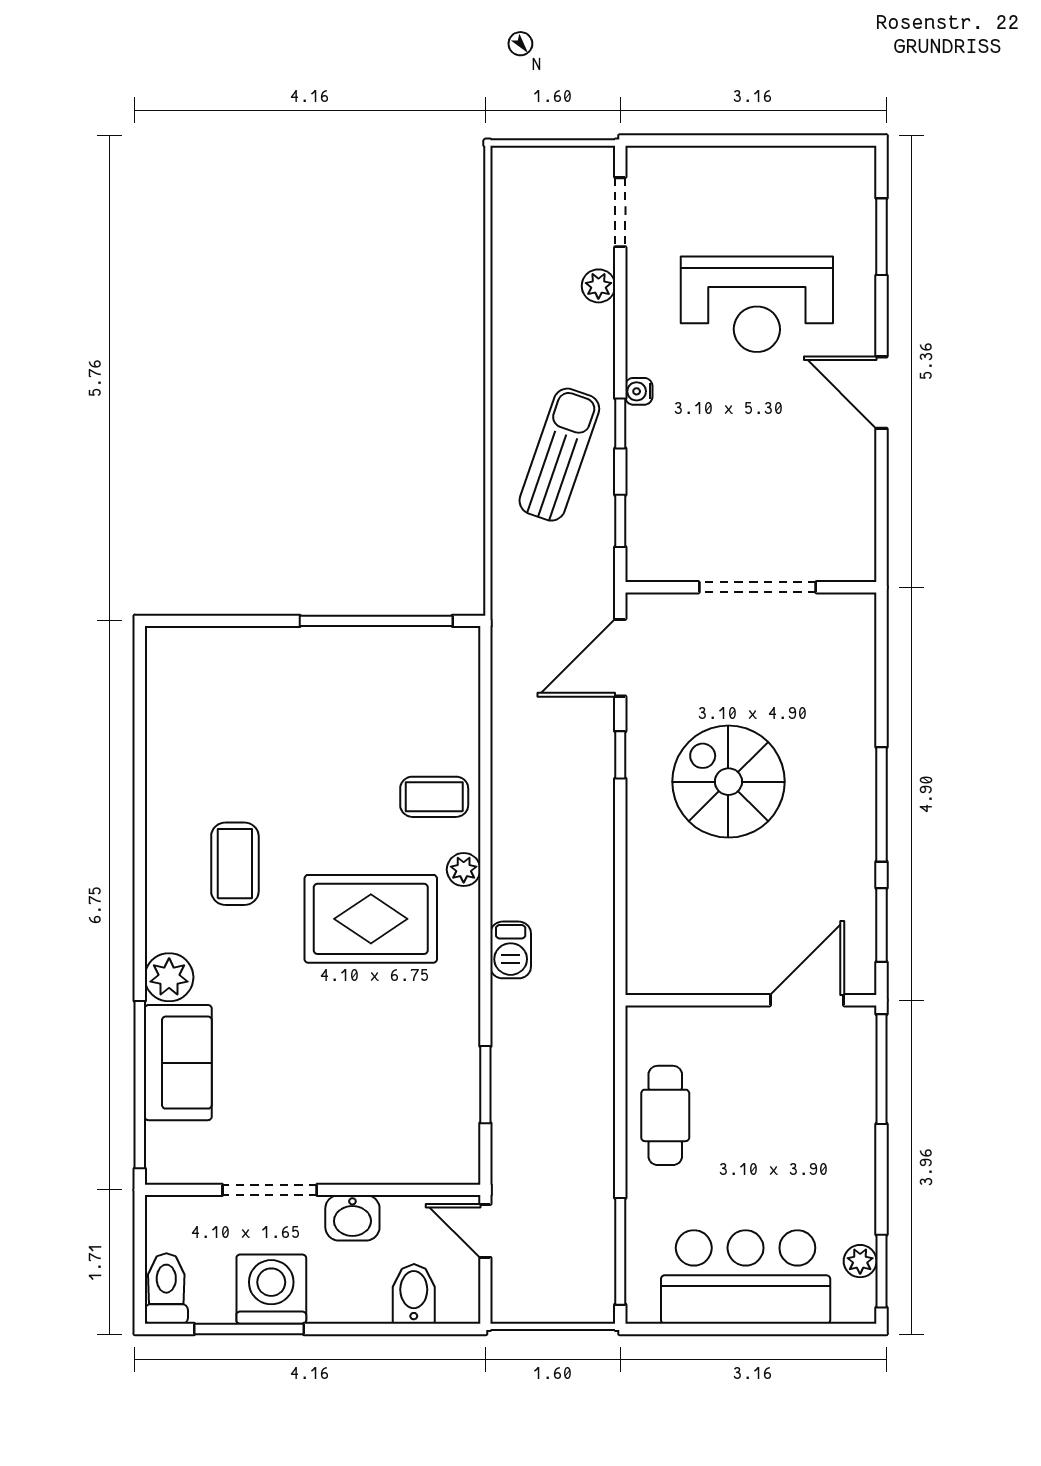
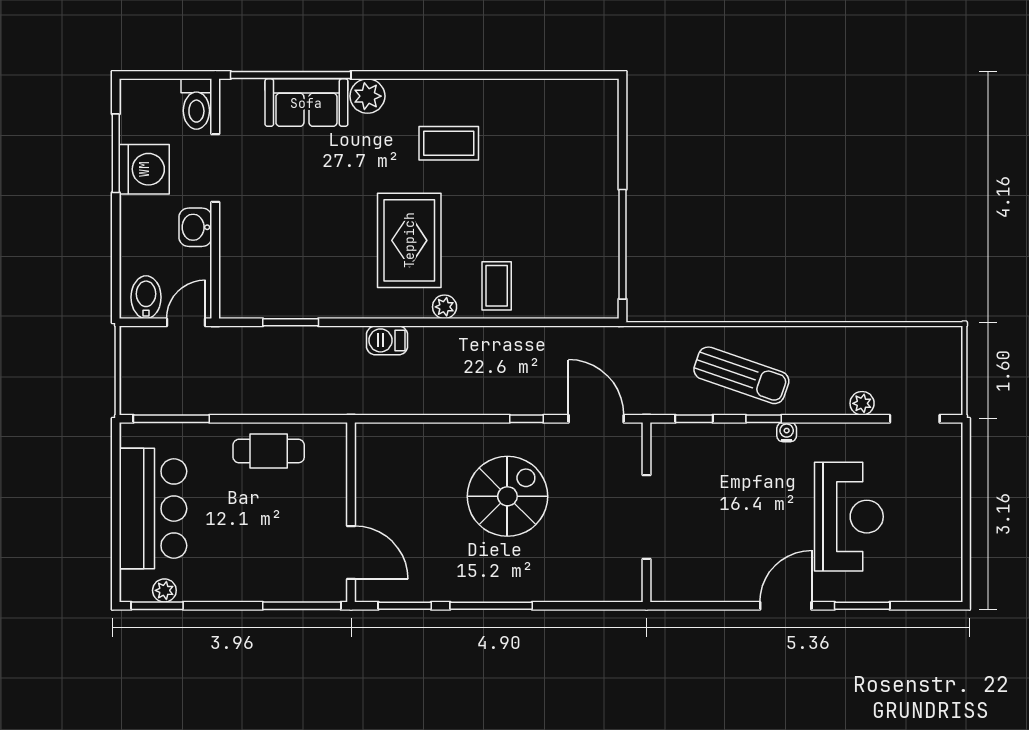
window: (882, 237) -> (862, 606), moved
reception desk: (757, 304) -> (849, 517), turned 180
toilet: (166, 1289) -> (196, 104), moved, turned 90
bidet: (414, 1294) -> (146, 297), moved, turned -90

